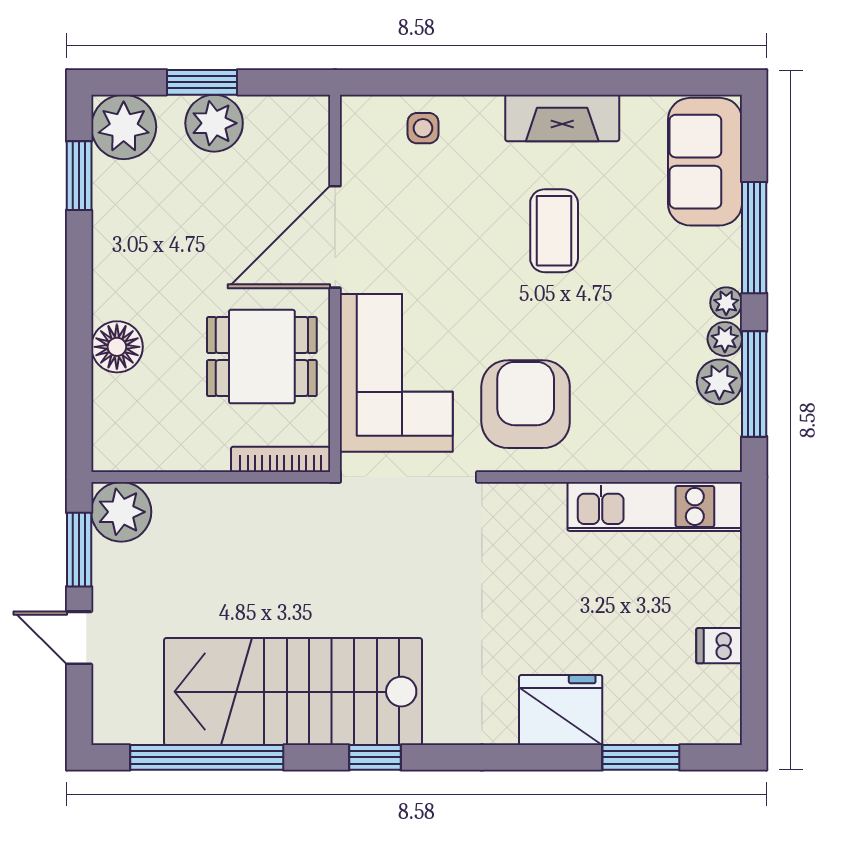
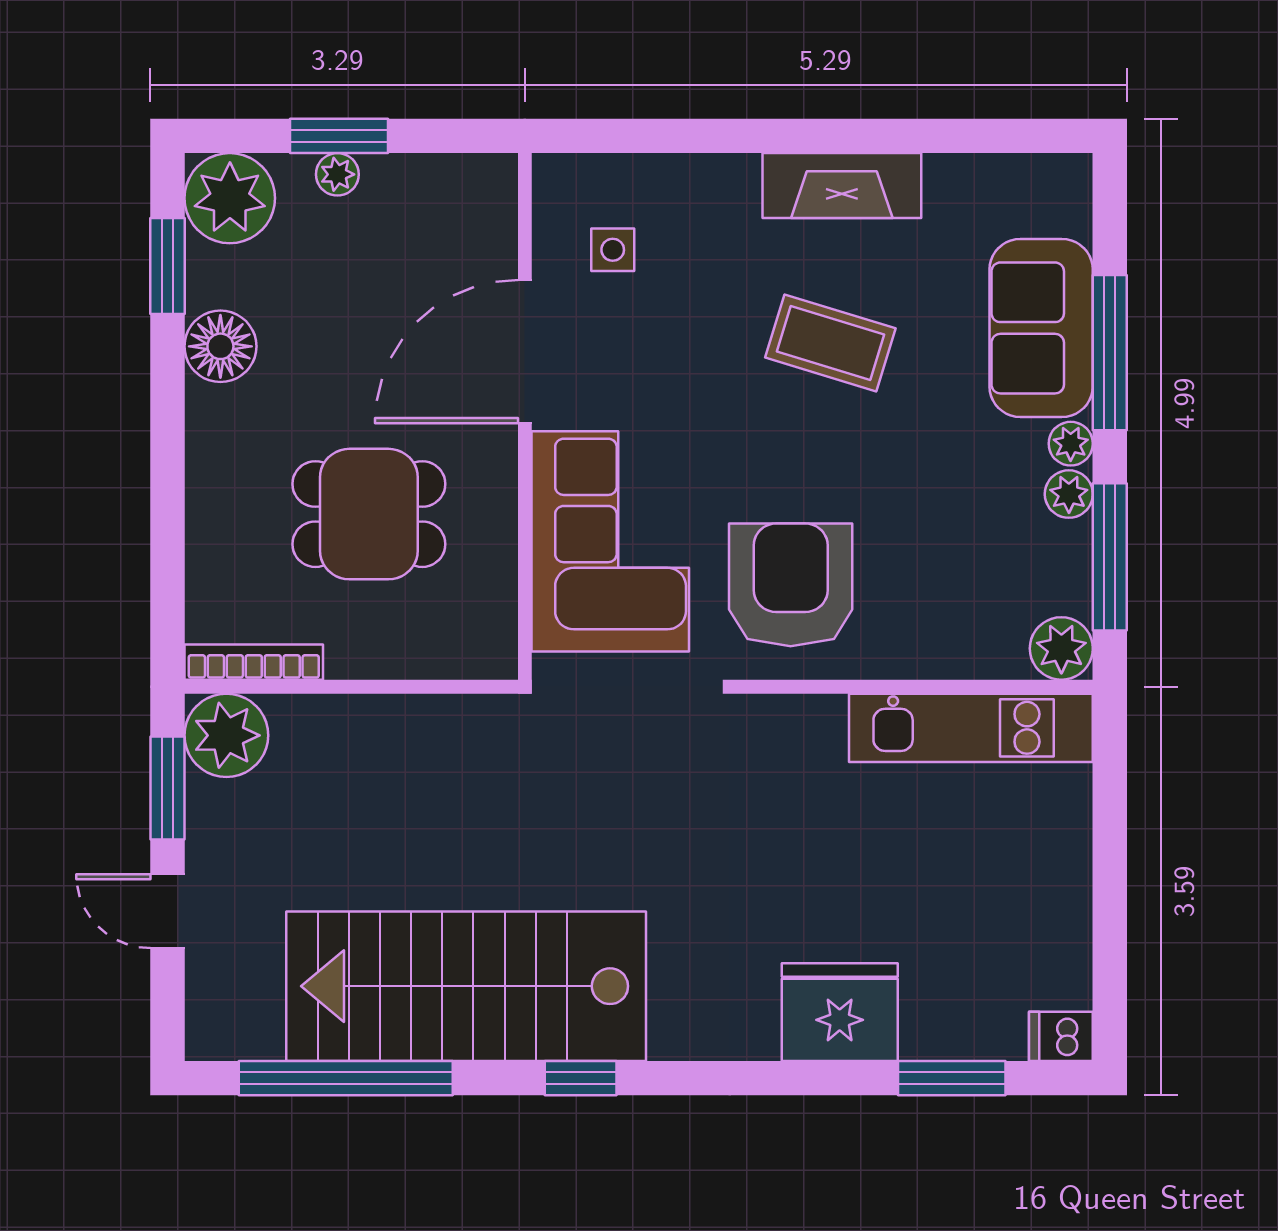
plant: (214, 123) -> (337, 174), width x0.53, depth x0.53
side table: (423, 128) -> (613, 250), moved
sofa: (705, 162) -> (1041, 328), moved
coffee table: (554, 231) -> (830, 343), turned -73
floor lamp: (117, 347) -> (220, 346), moved
dining table: (262, 357) -> (369, 514), moved
plant: (719, 382) -> (1061, 648), moved
bookcase: (281, 459) -> (254, 662), moved
dishwasher: (719, 646) -> (1061, 1036), moved

